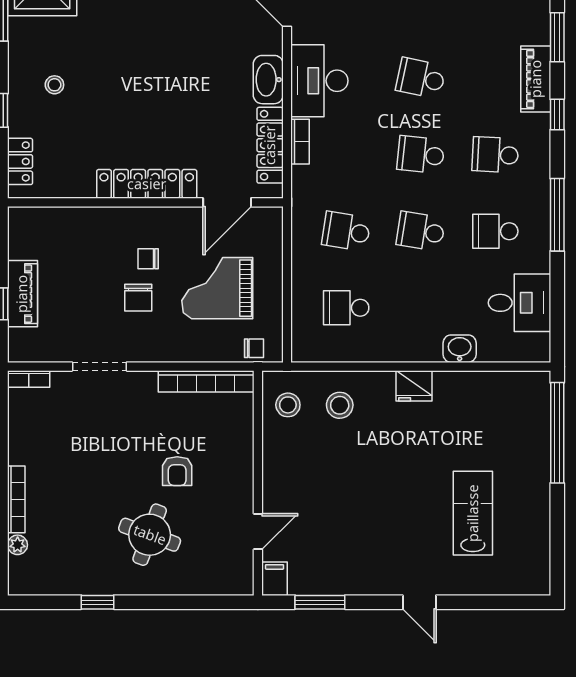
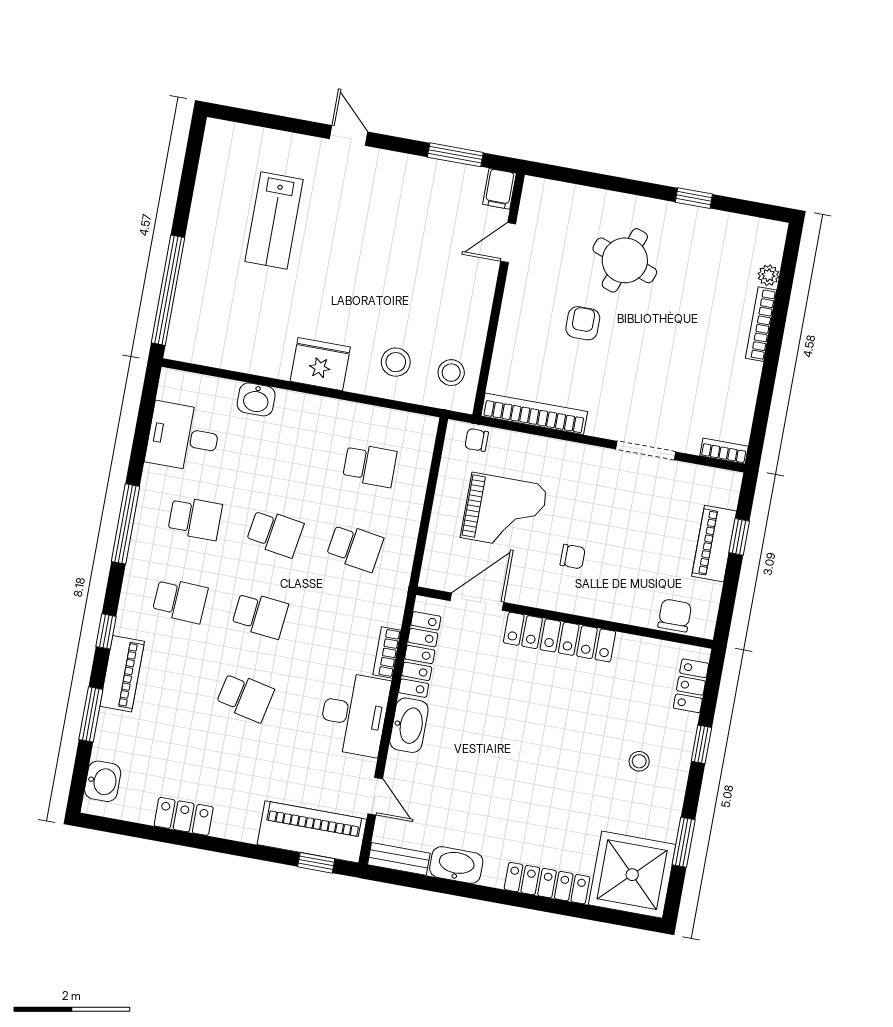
chair: (138, 298) -> (675, 615), moved
fridge: (414, 386) -> (320, 364), width x1.36, depth x1.34

